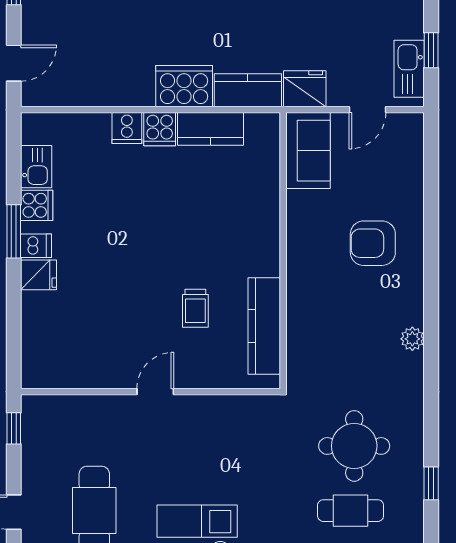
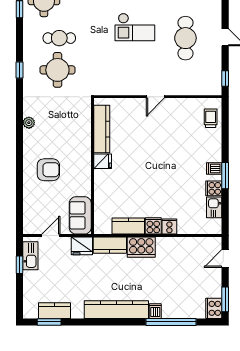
fridge: (39, 275) -> (103, 161), moved, turned 180
trolley: (195, 308) -> (211, 118), moved
window: (431, 483) -> (20, 70), moved

